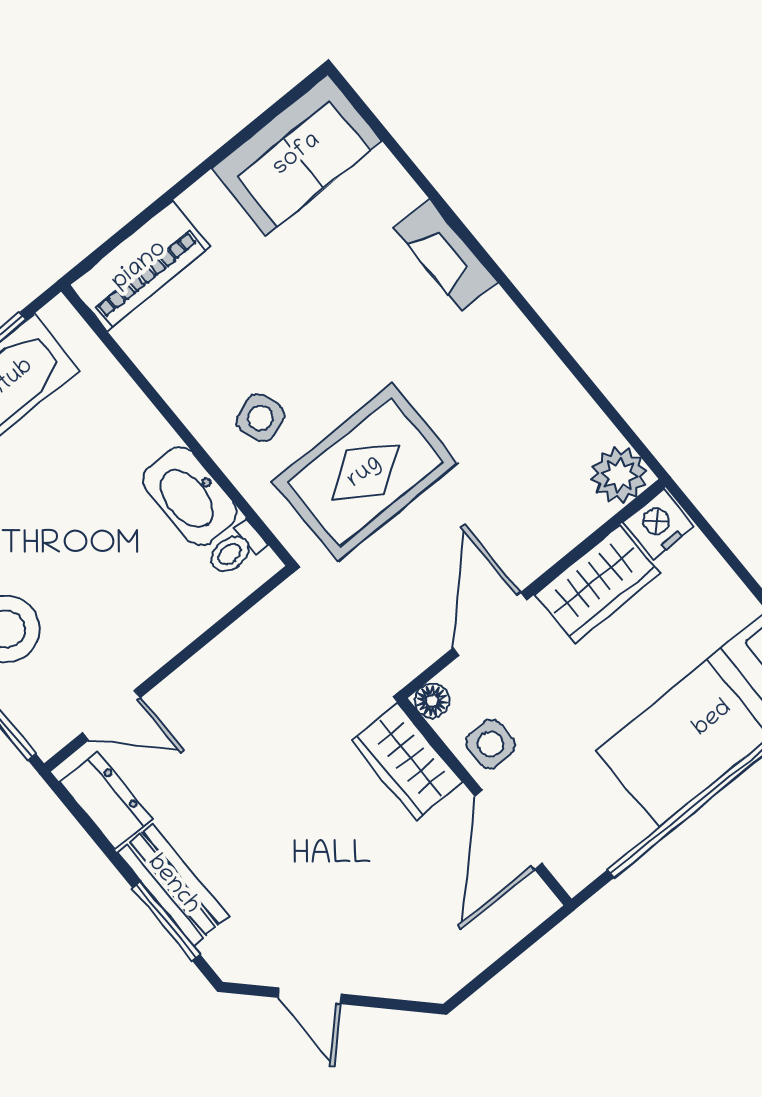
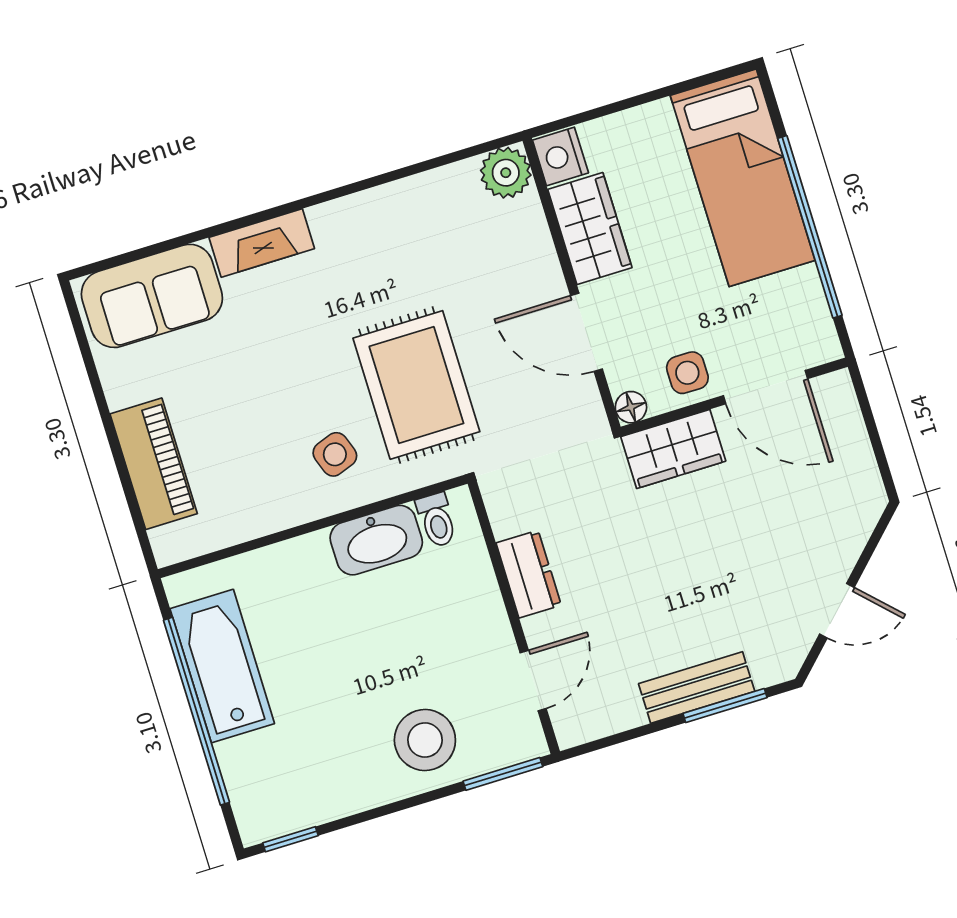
sofa: (297, 155) -> (152, 296), moved, turned 90
piano: (140, 266) -> (154, 464), moved
dresser: (106, 800) -> (529, 574), moved, turned 90

